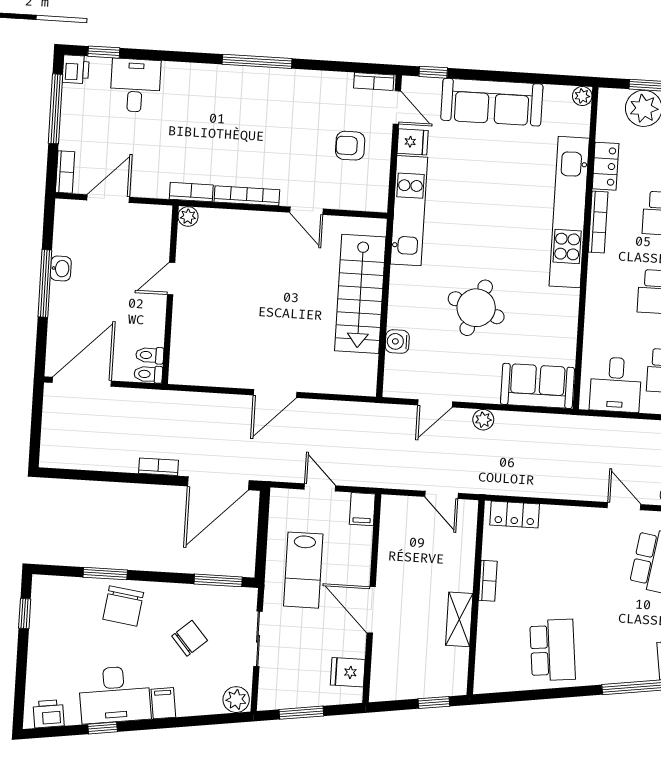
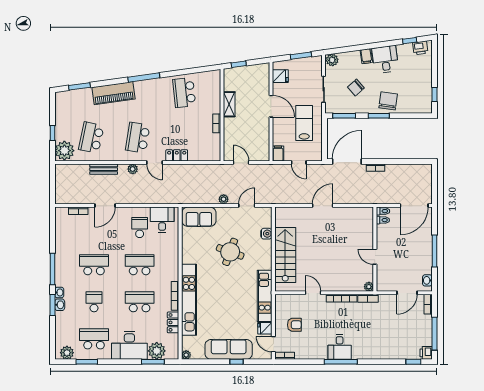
window: (433, 72) -> (237, 362), moved
desk: (135, 85) -> (340, 347), moved
washbasin: (61, 268) -> (427, 280), moved
door: (171, 279) -> (375, 257), swing flipped
locker: (515, 515) -> (177, 155), moved
window: (105, 574) -> (379, 116), moved
desk: (115, 695) -> (385, 59), width x0.73
window: (103, 728) -> (410, 41), moved

